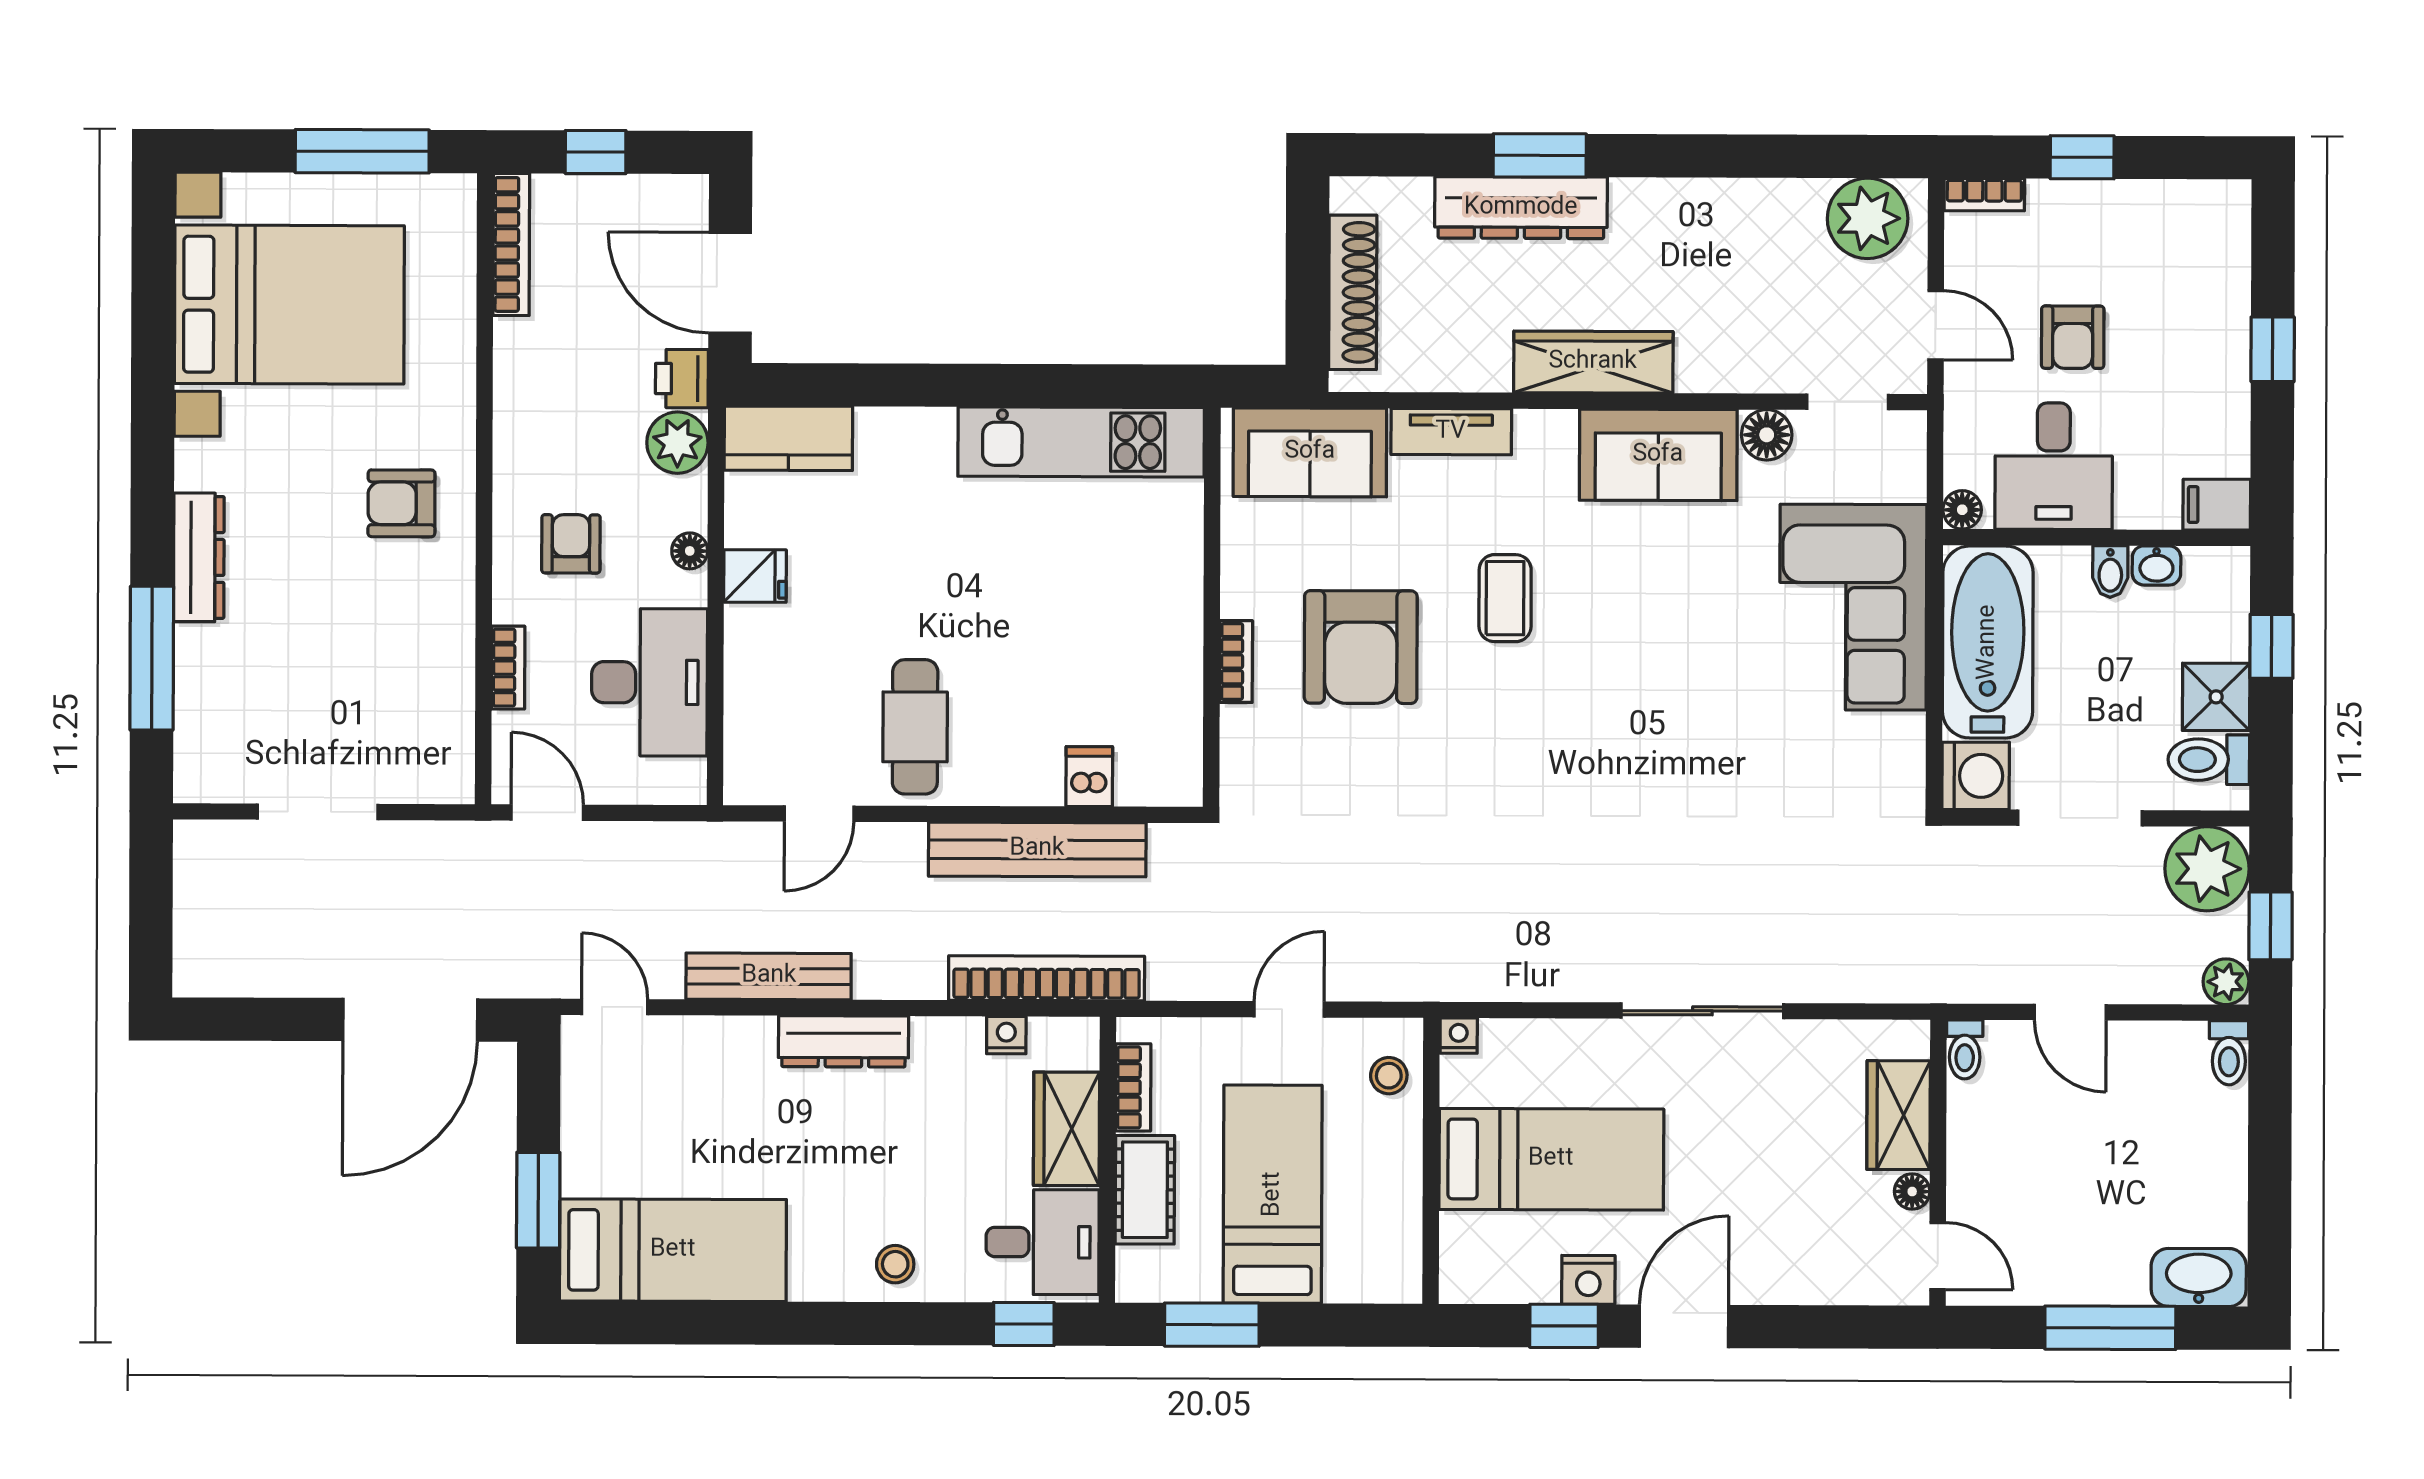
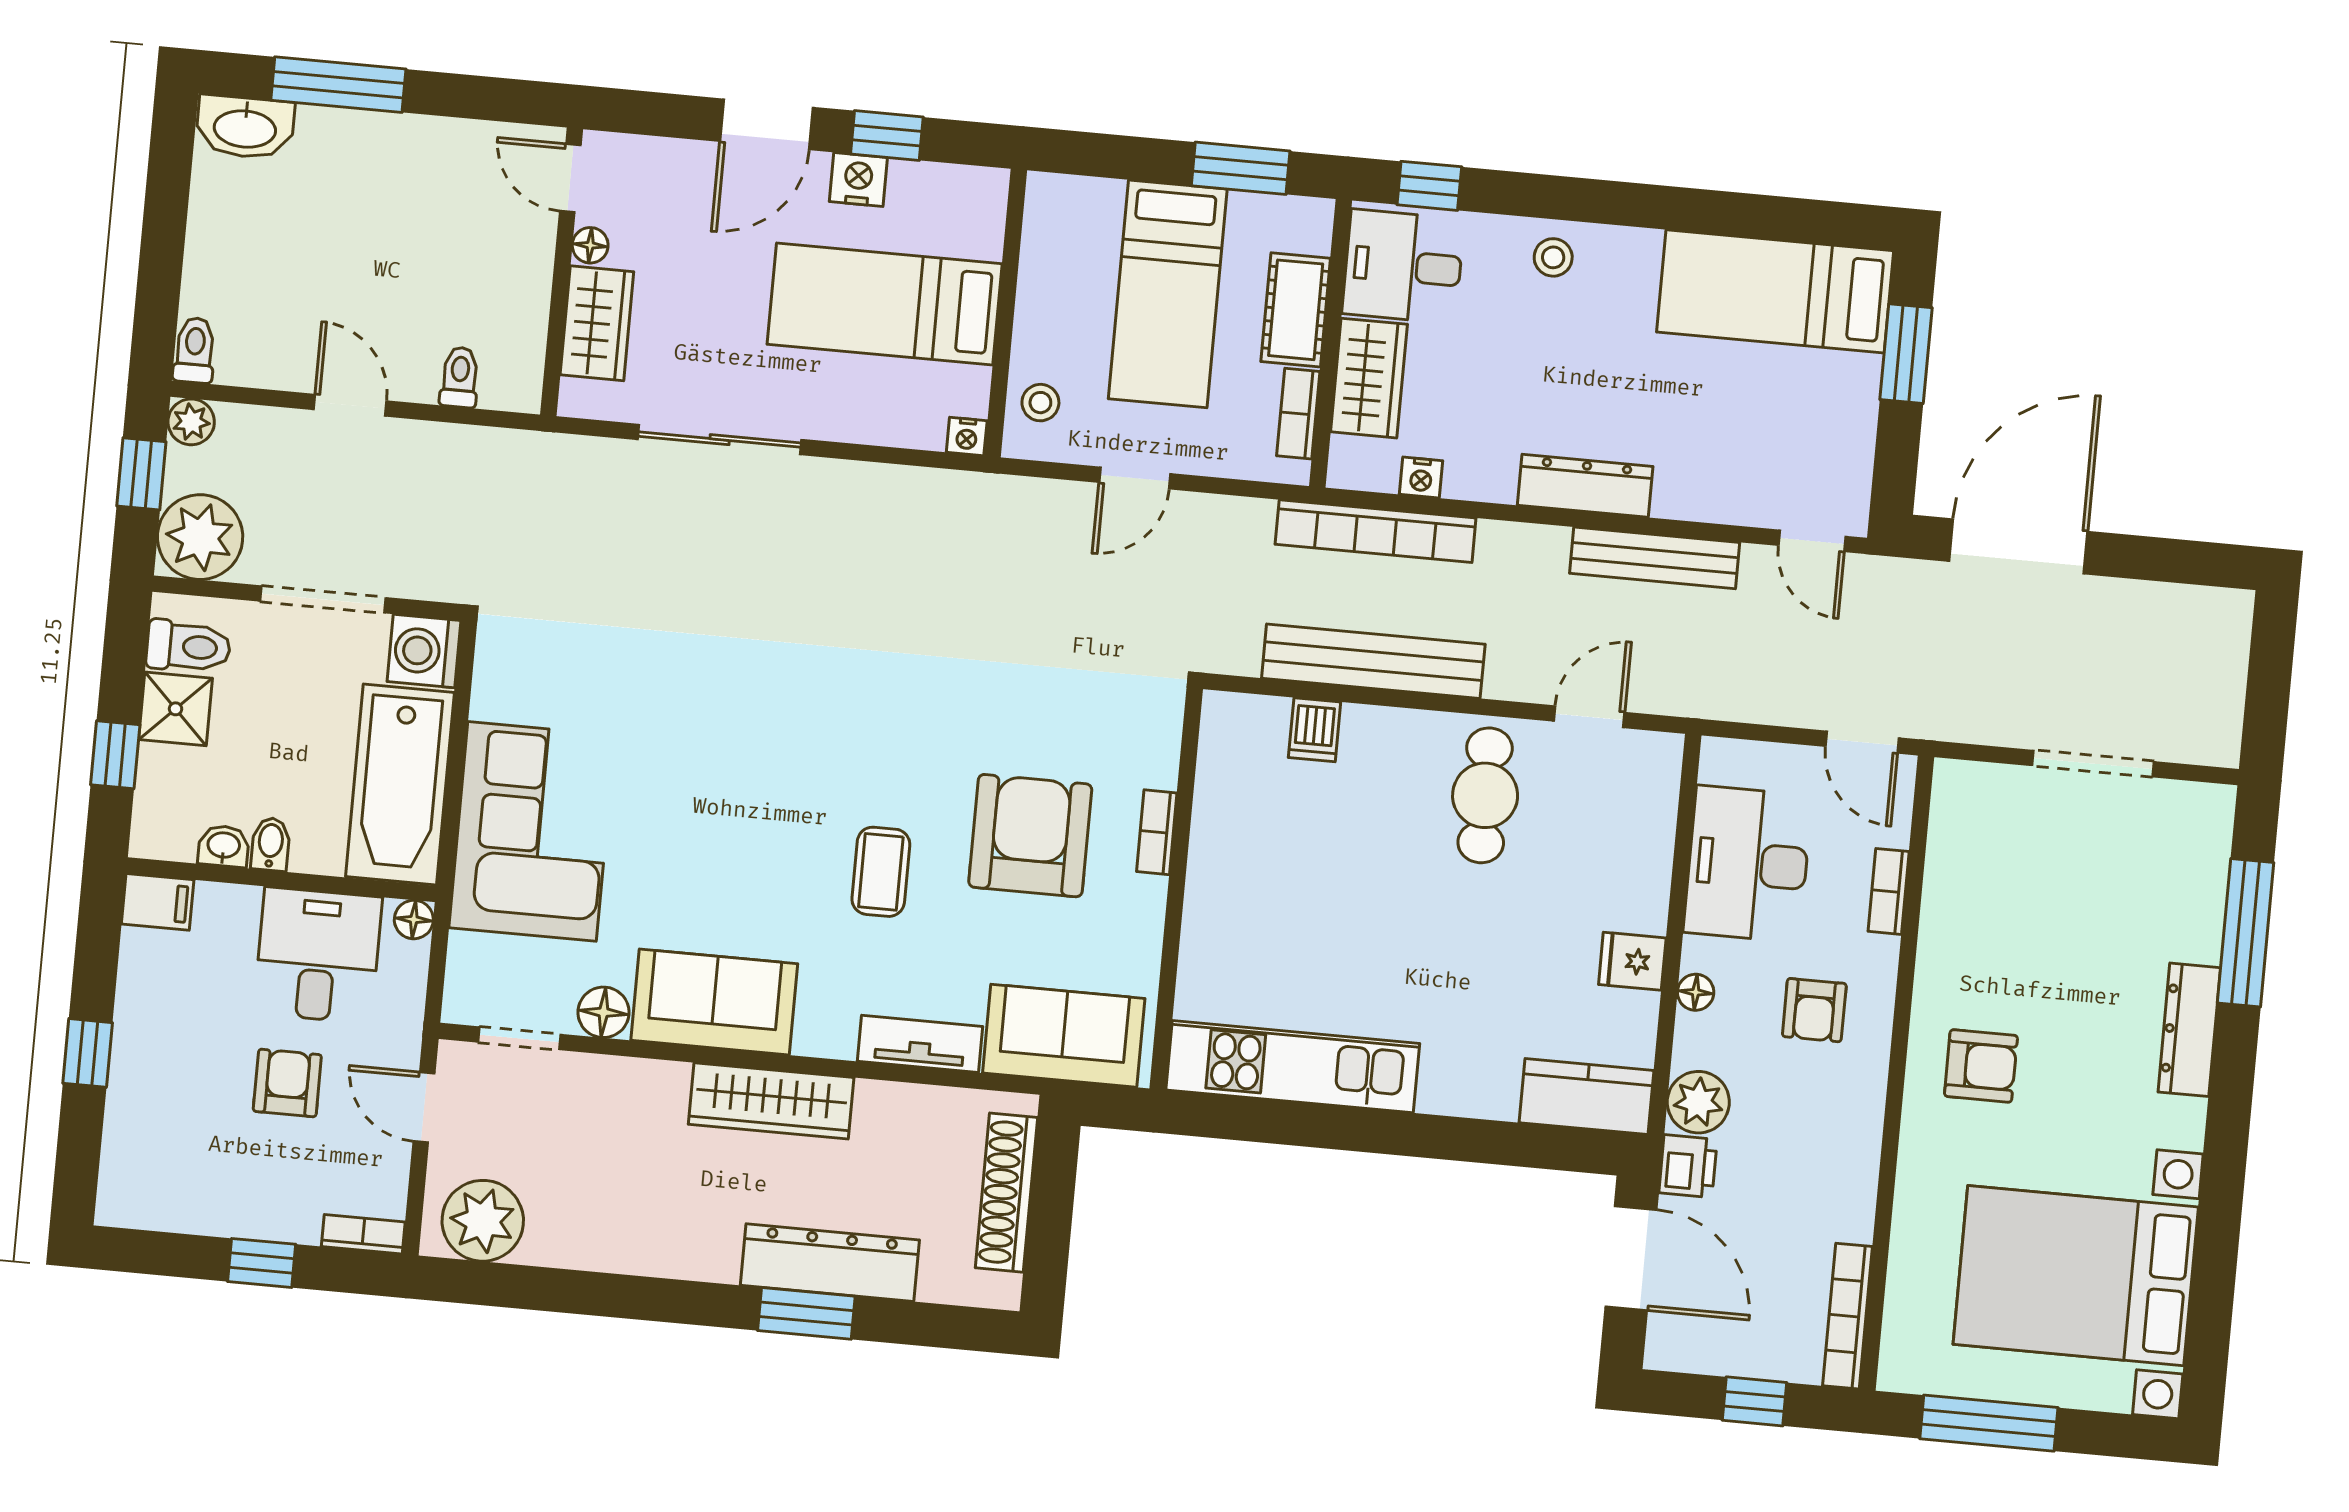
wardrobe: (1899, 1115) -> (597, 323), moved
wall: (1938, 1163) -> (562, 272), moved
floor lamp: (1912, 1192) -> (590, 245), moved
door: (1938, 1256) -> (570, 178), moved

